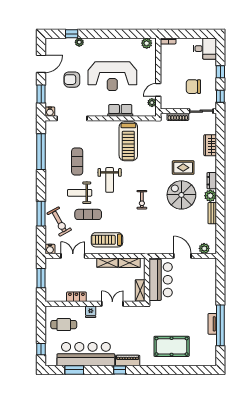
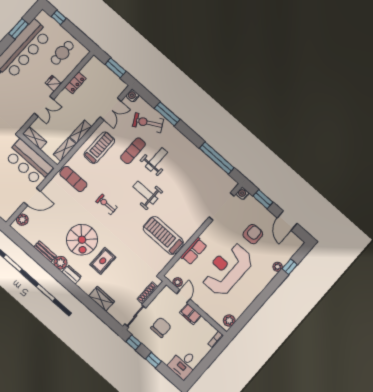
filing cabinet: (166, 74) -> (190, 314), added
exercise mat: (77, 161) -> (73, 179), moved
spiral stairs: (181, 195) -> (82, 240), turned 90

